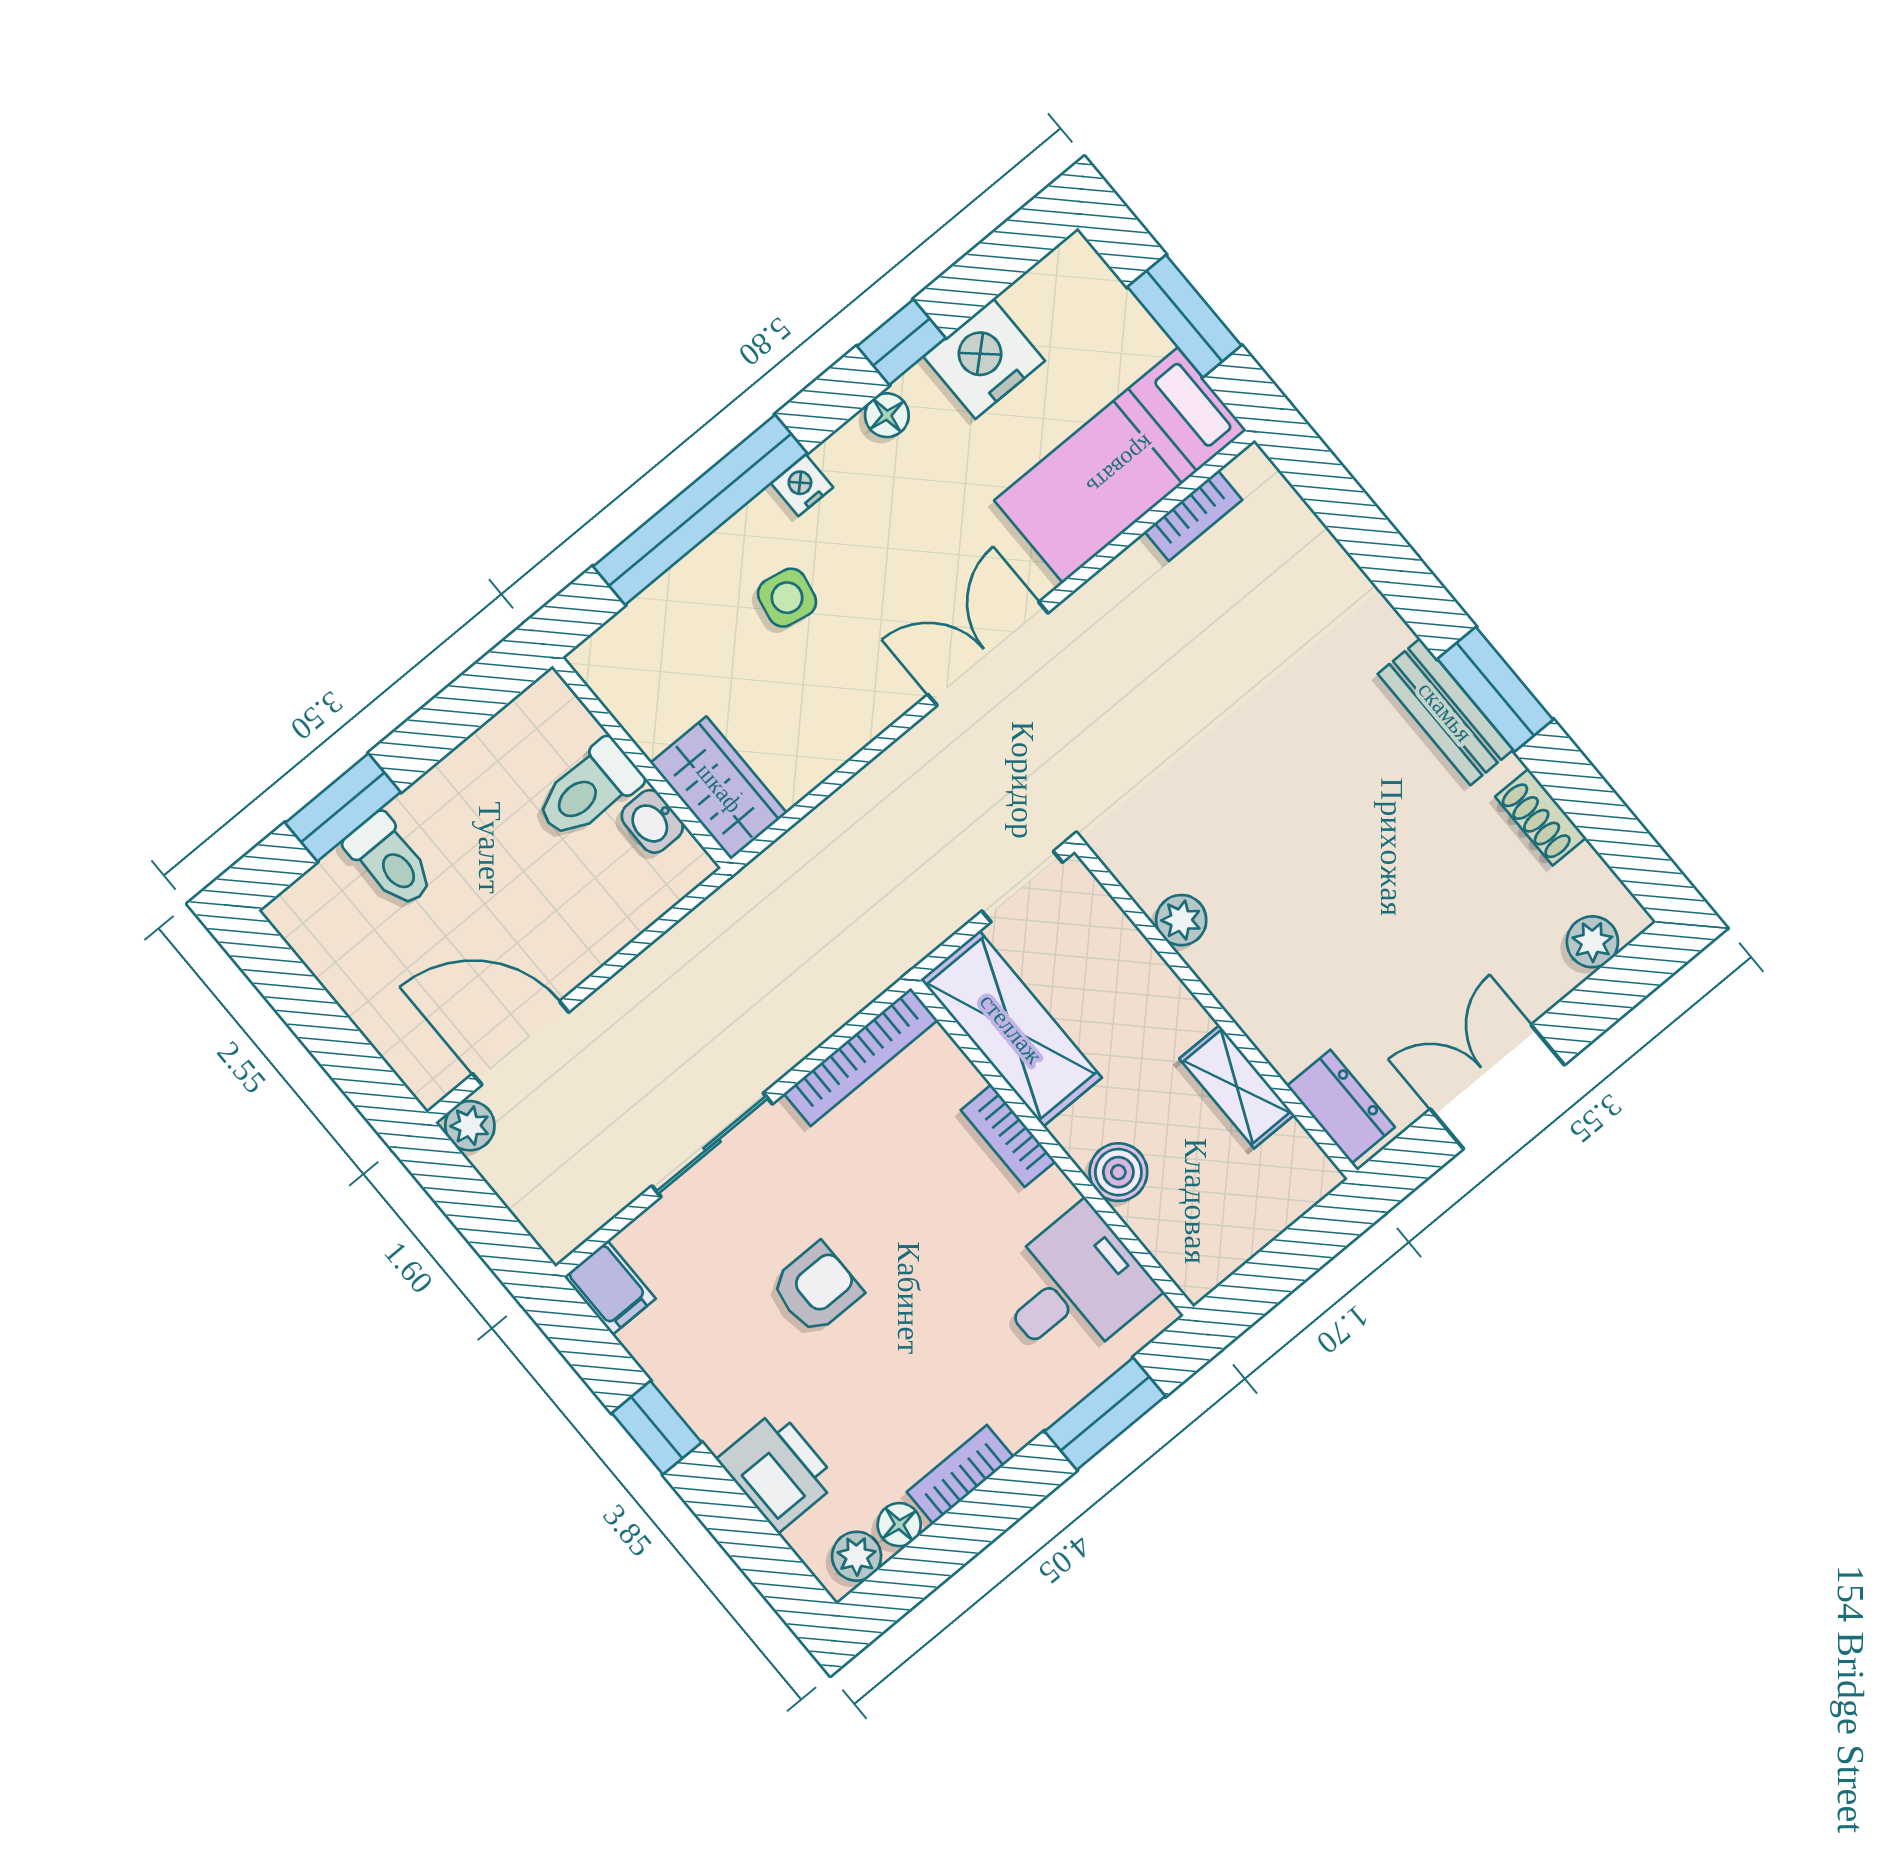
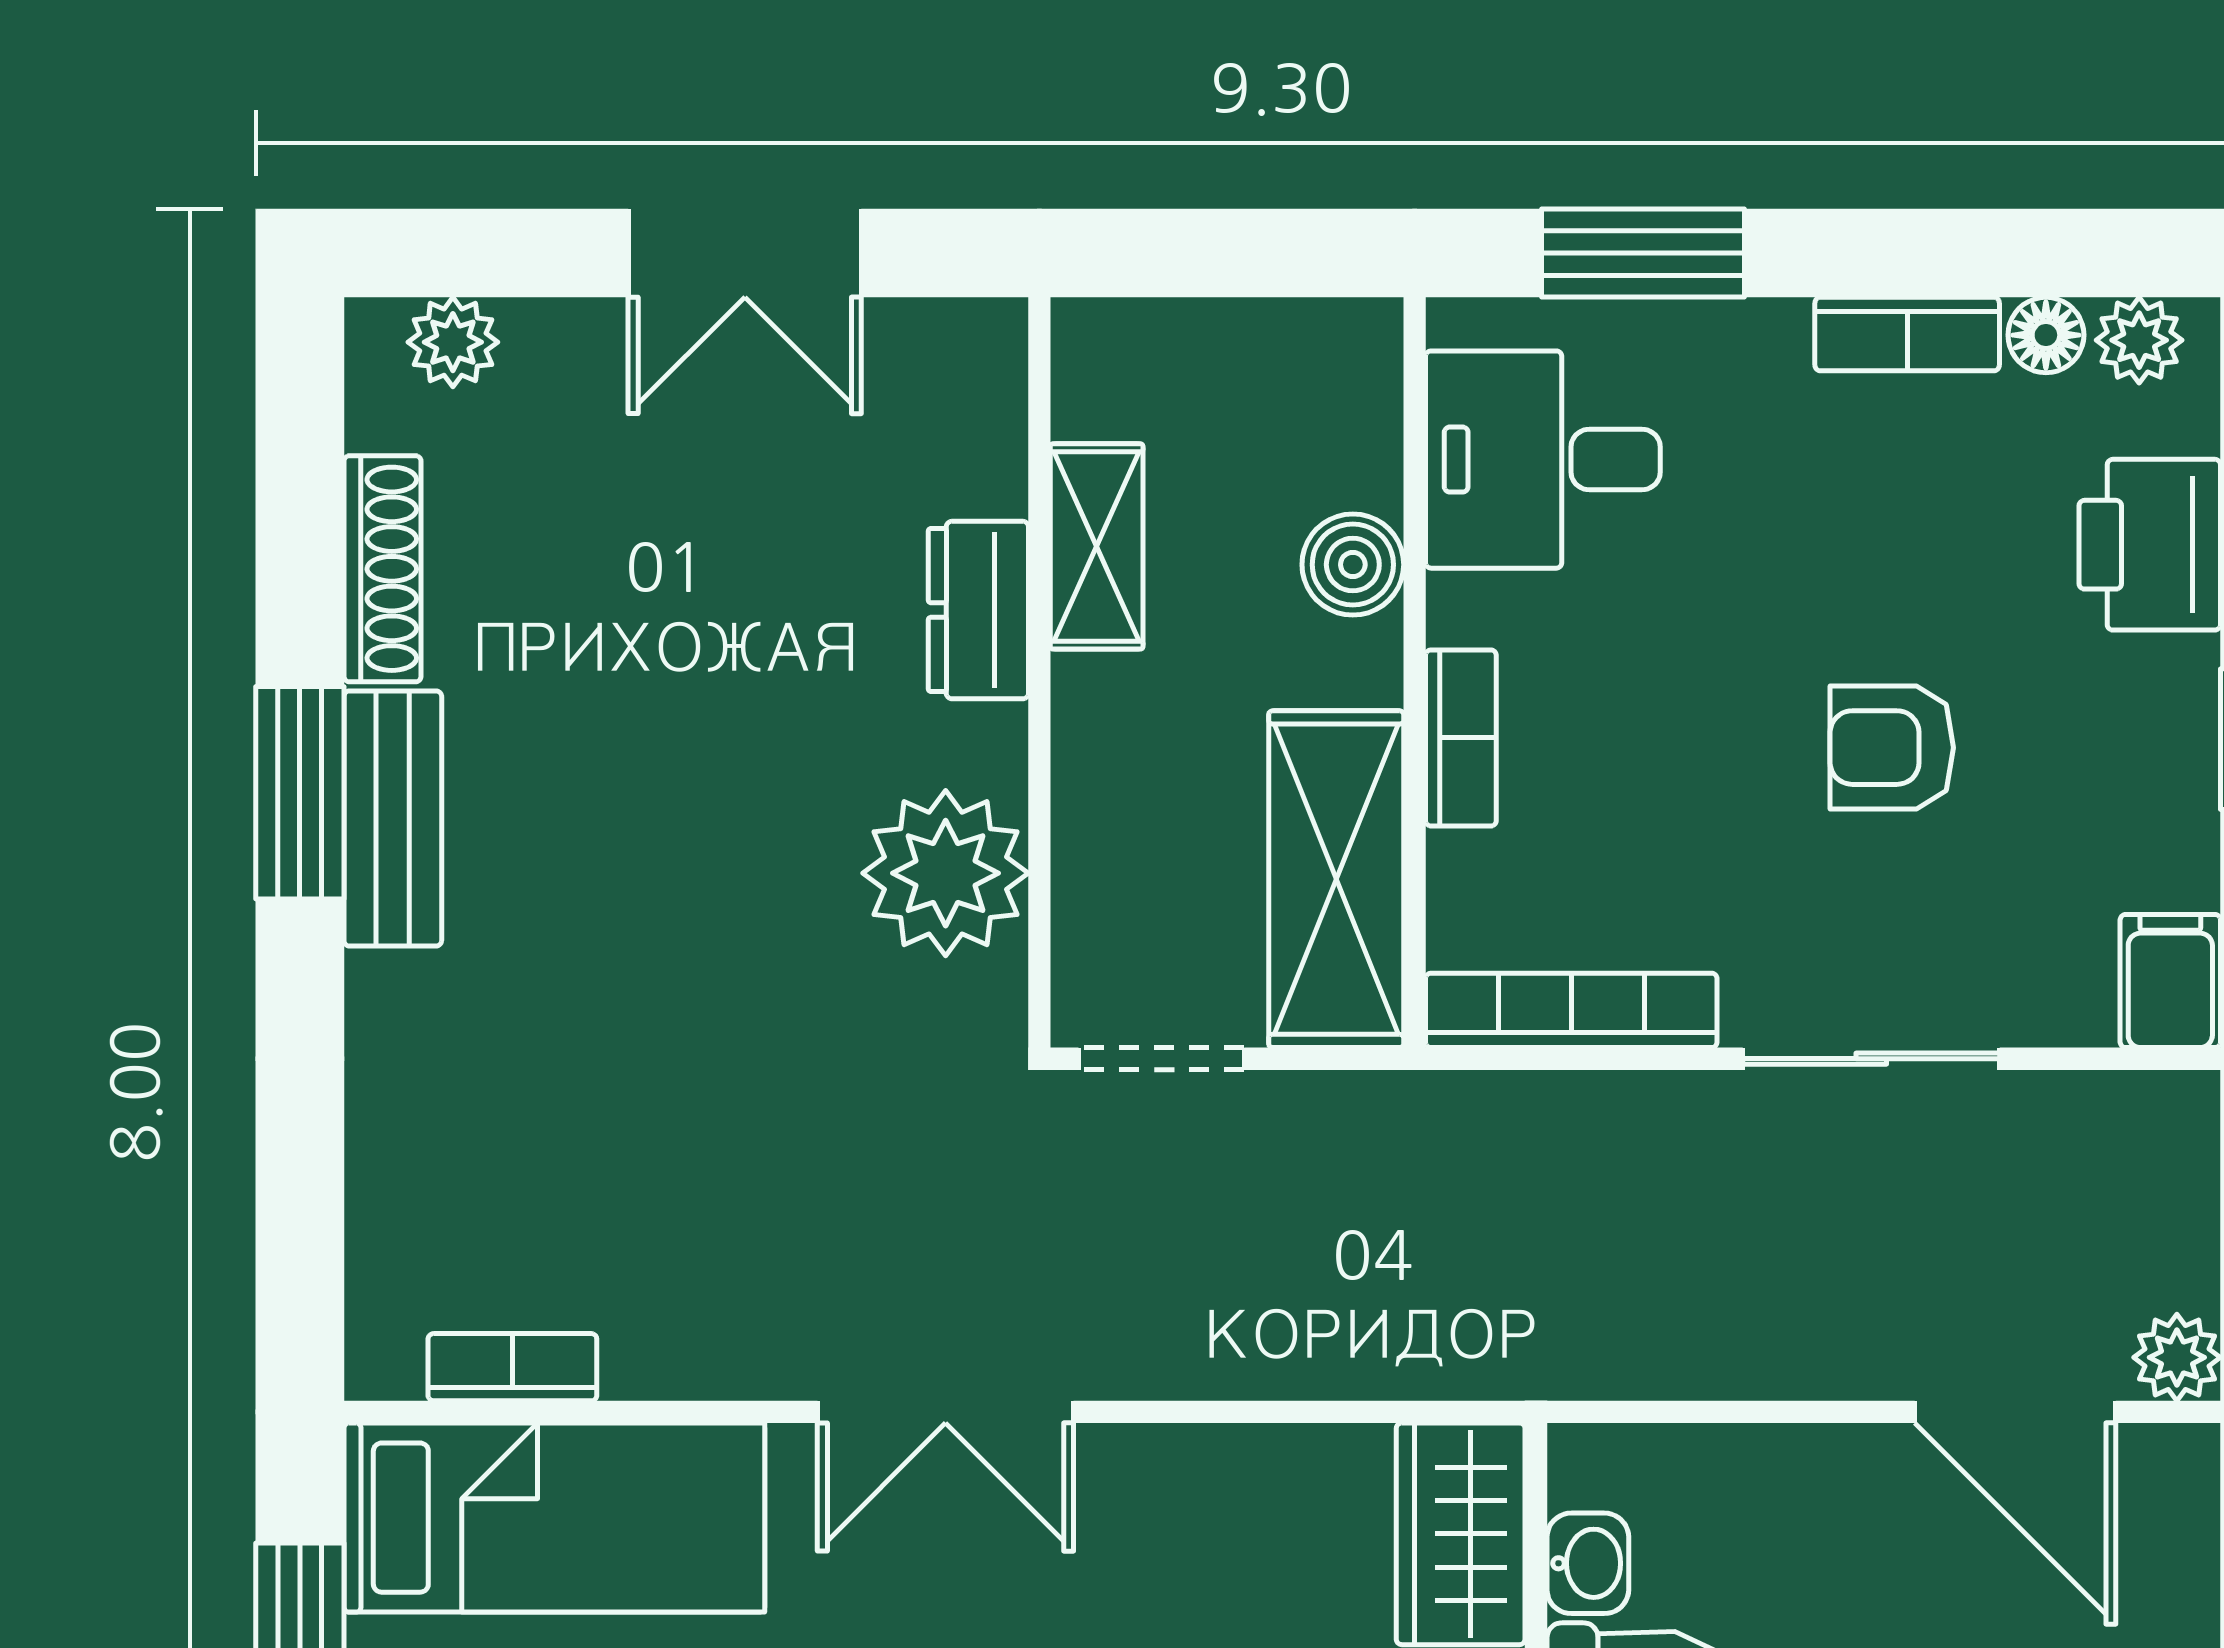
shoe rack: (1541, 817) -> (383, 569), width x1.43
plant: (1181, 920) -> (946, 873), width x1.87, depth x1.87
dresser: (1341, 1107) -> (978, 610), moved

